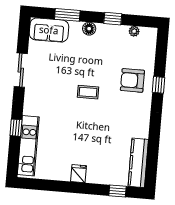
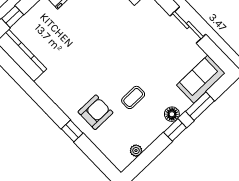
window: (113, 19) -> (175, 130), moved
coffee table: (88, 92) -> (133, 97), moved

